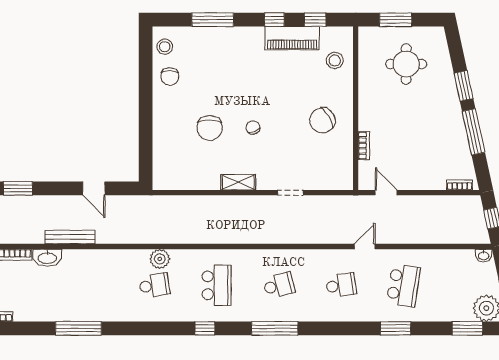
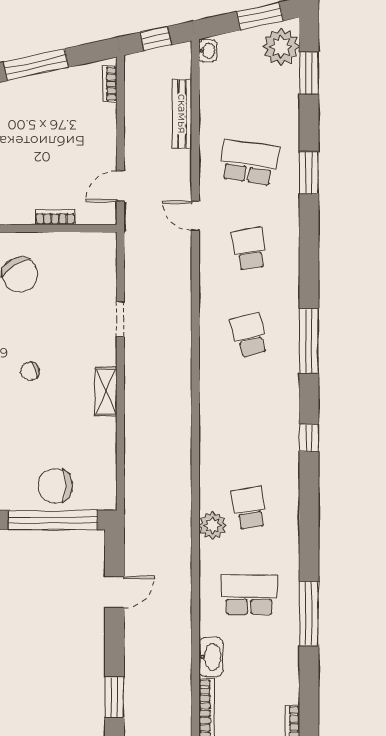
chair: (210, 128) -> (55, 486), moved, turned 180
window: (146, 144) -> (53, 520), added
bench: (70, 237) -> (182, 114), moved
plant: (160, 259) -> (212, 525), moved
school desk: (217, 285) -> (249, 594), moved

